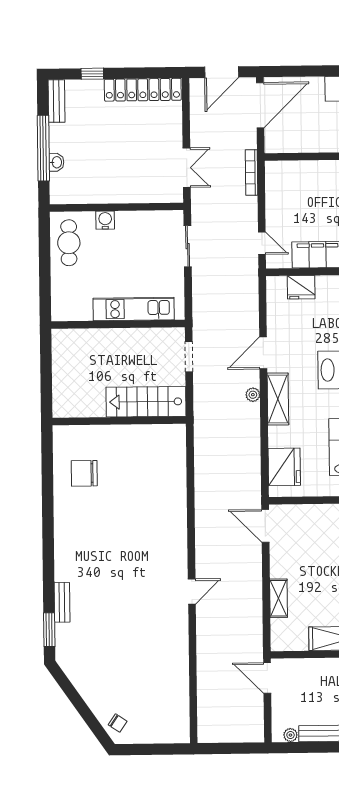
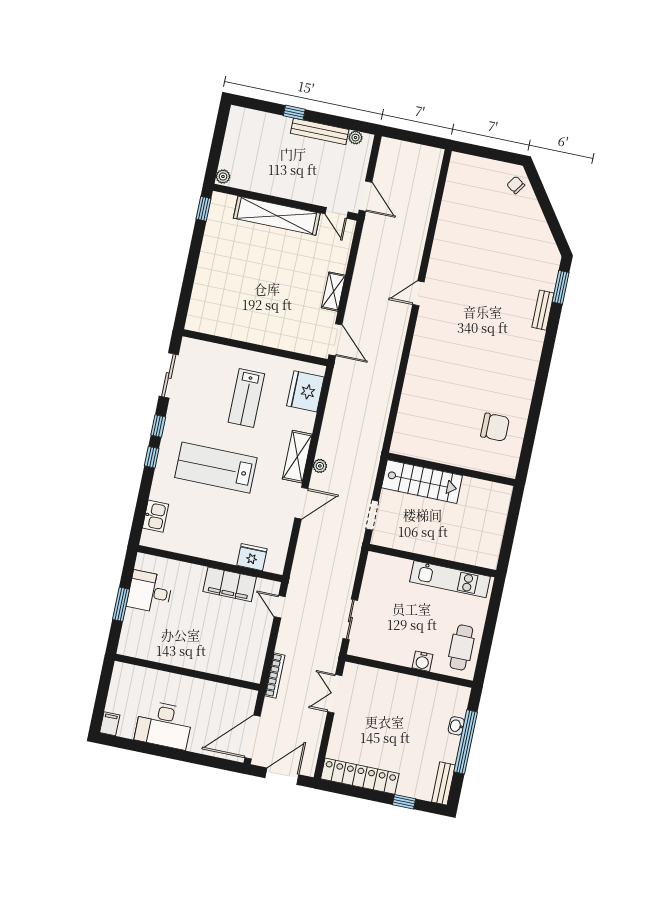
kitchen unit: (134, 309) -> (450, 579), moved
shelving: (279, 598) -> (333, 292), moved
door: (293, 655) -> (337, 213), added

